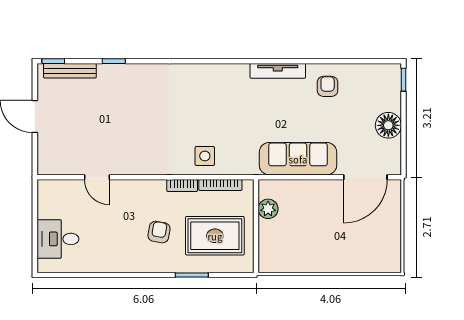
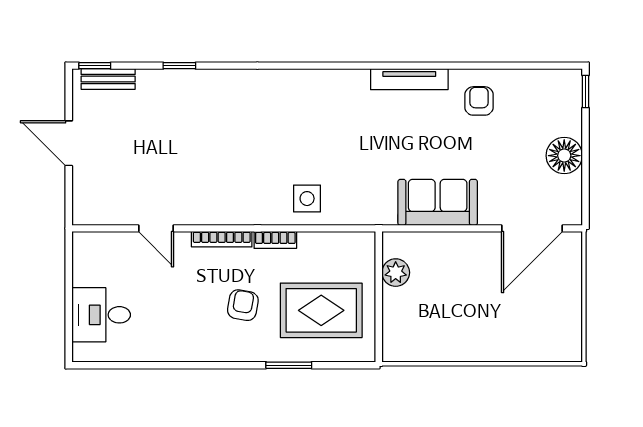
bench: (70, 71) -> (108, 79), width x0.73
sofa: (298, 159) -> (438, 202), width x0.73
bookcase: (220, 185) -> (222, 239), moved

